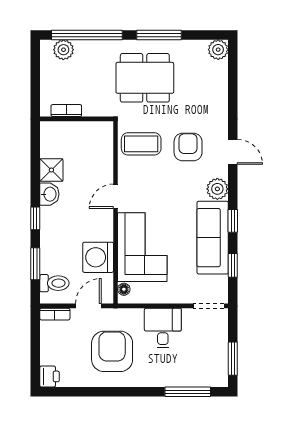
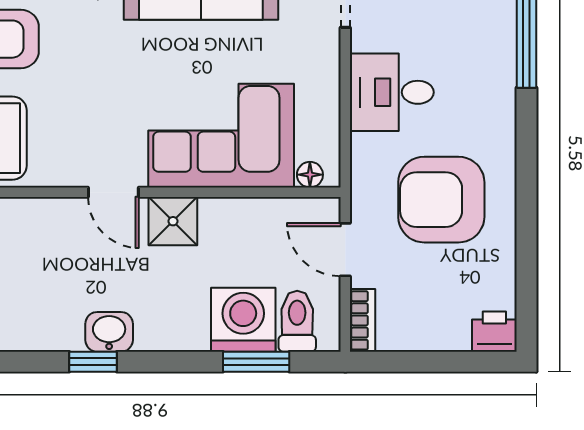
shower: (51, 170) -> (173, 221), moved
window: (35, 218) -> (93, 362), moved
washing machine: (98, 257) -> (243, 320), moved, turned 180

